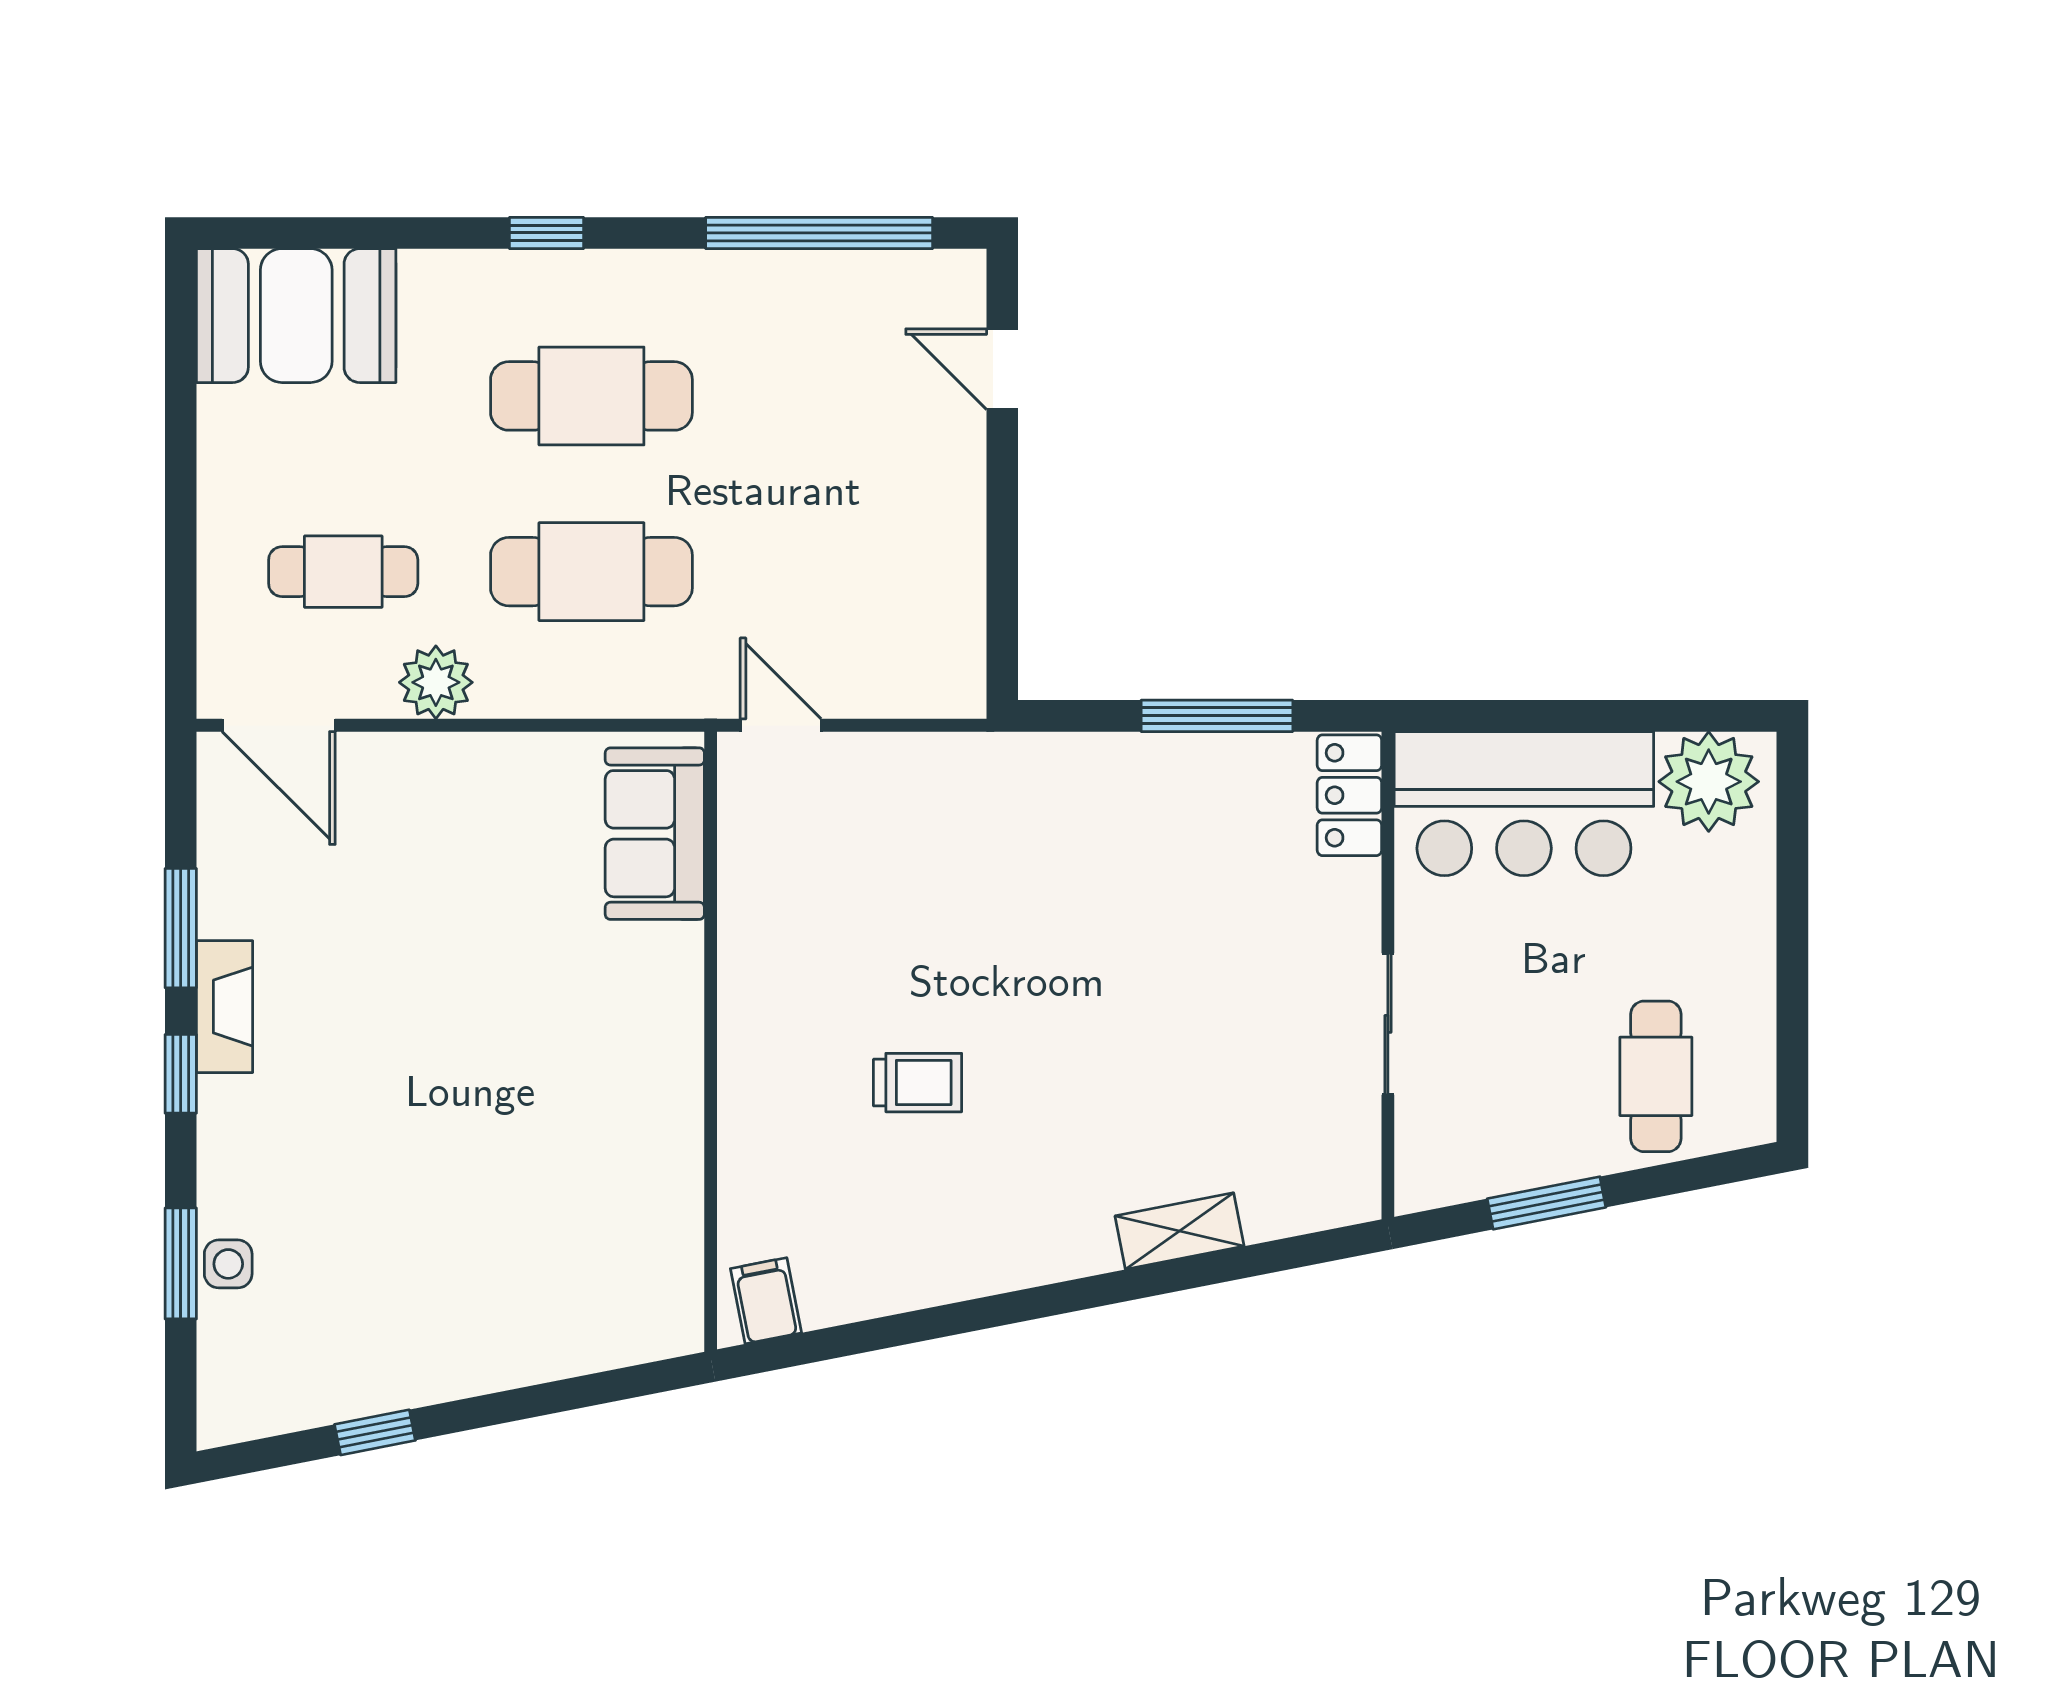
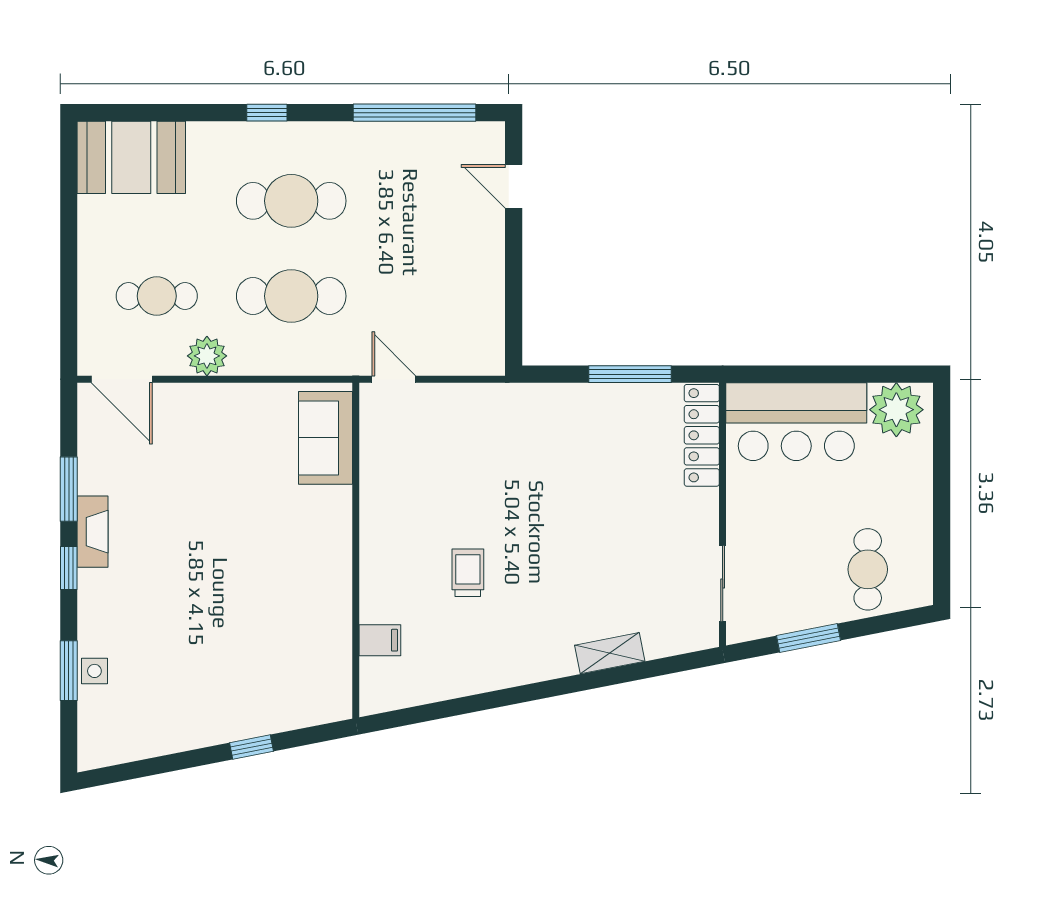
locker: (1349, 795) -> (702, 435), width x1.53
sliding door: (1388, 1024) -> (723, 584), moved
trolley: (918, 1083) -> (468, 573), turned -90
filing cabinet: (766, 1301) -> (380, 640), moved, turned 101
window: (375, 1432) -> (252, 747), moved

